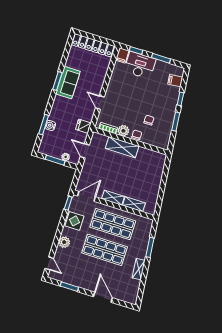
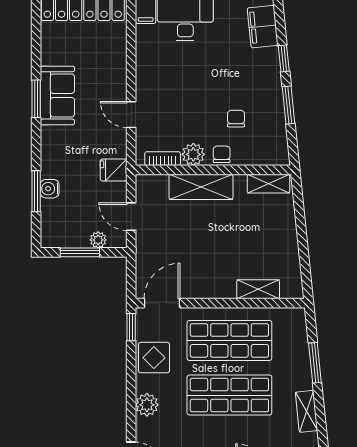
filing cabinet: (175, 81) -> (263, 27), width x2.00
shelving: (113, 198) -> (269, 184), moved

